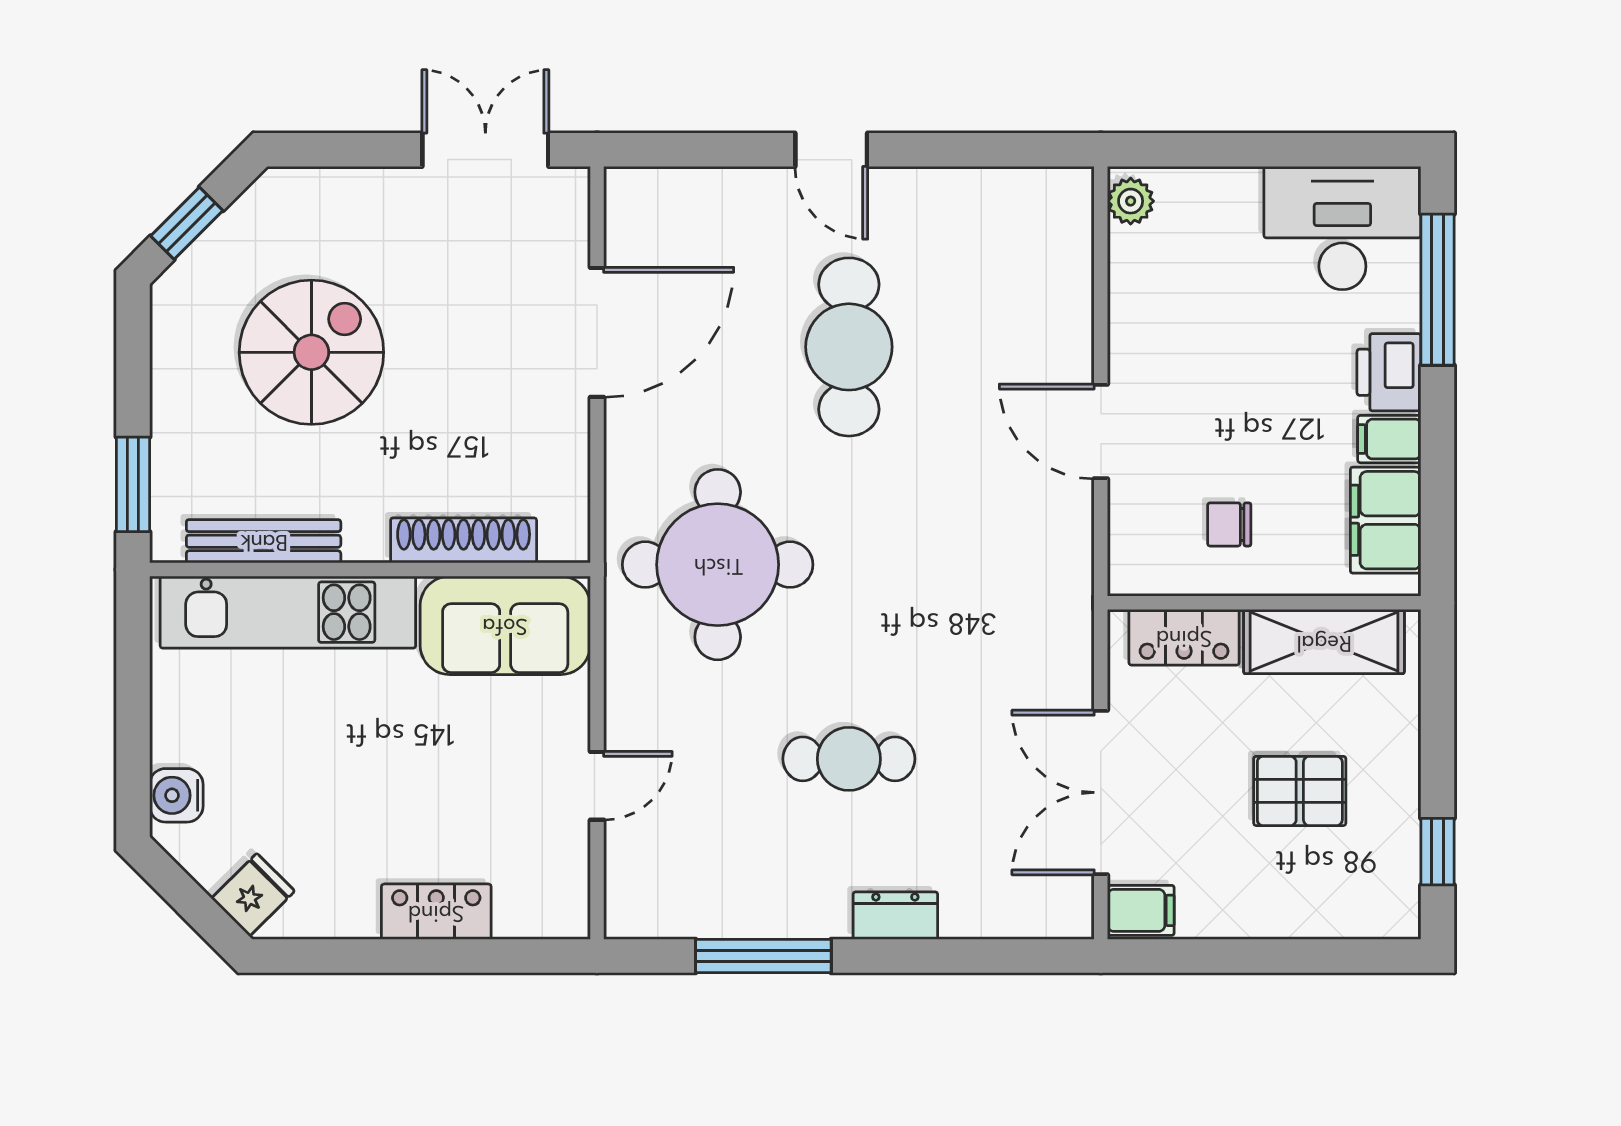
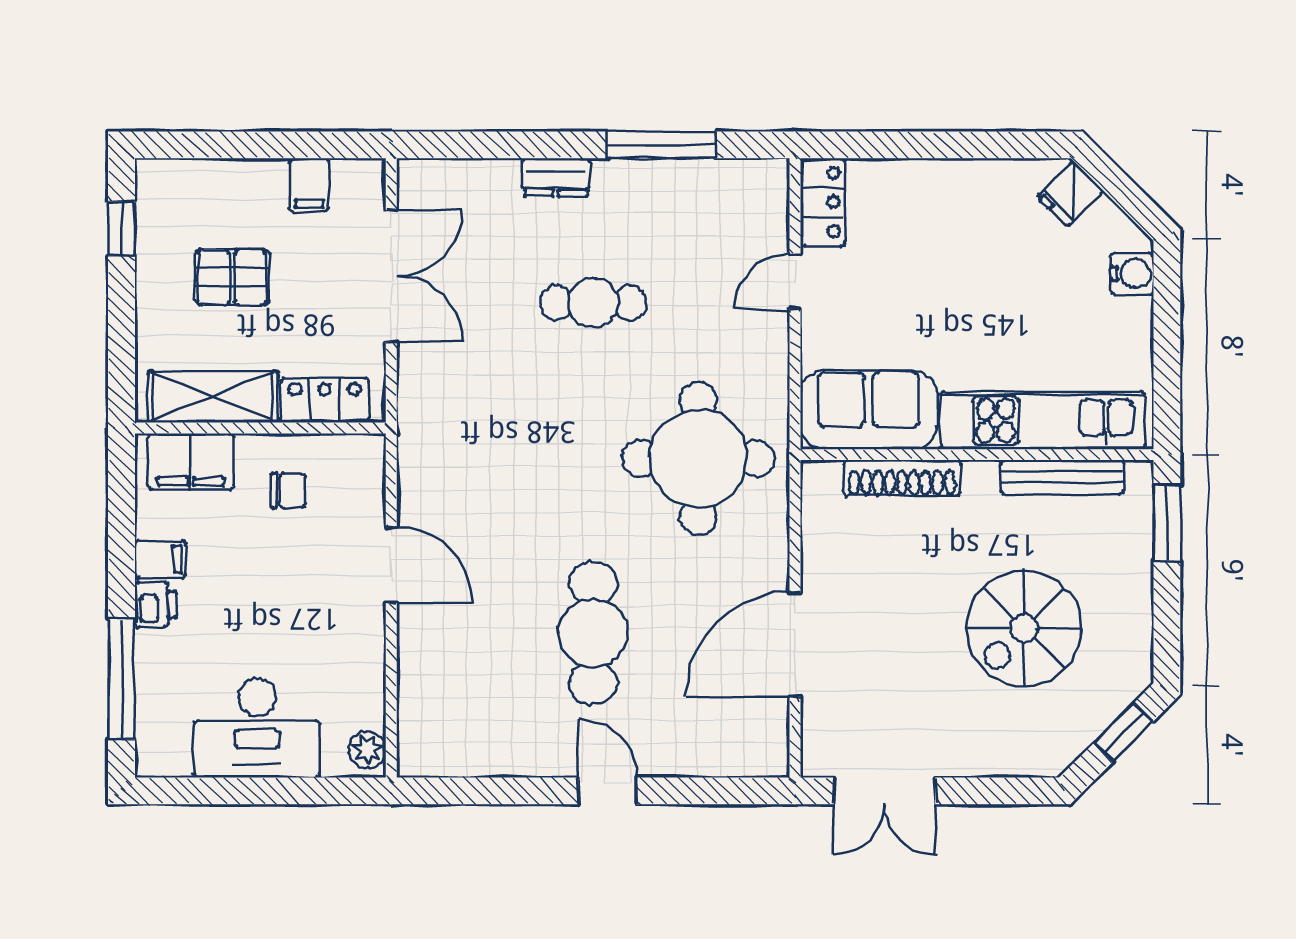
desk: (1342, 228) -> (257, 728), moved
printer: (1389, 372) -> (155, 604), width x0.73, depth x0.81
filing cabinet: (1386, 520) -> (191, 462), moved, turned 90
filing cabinet: (1141, 910) -> (309, 185), moved, turned -90
locker: (436, 912) -> (823, 202), moved, turned -90

